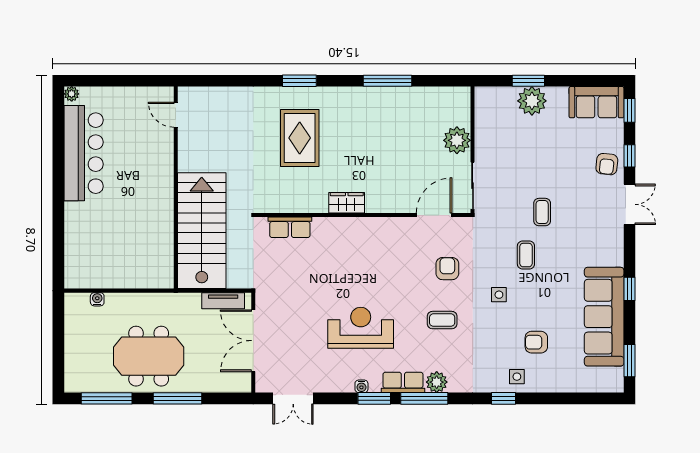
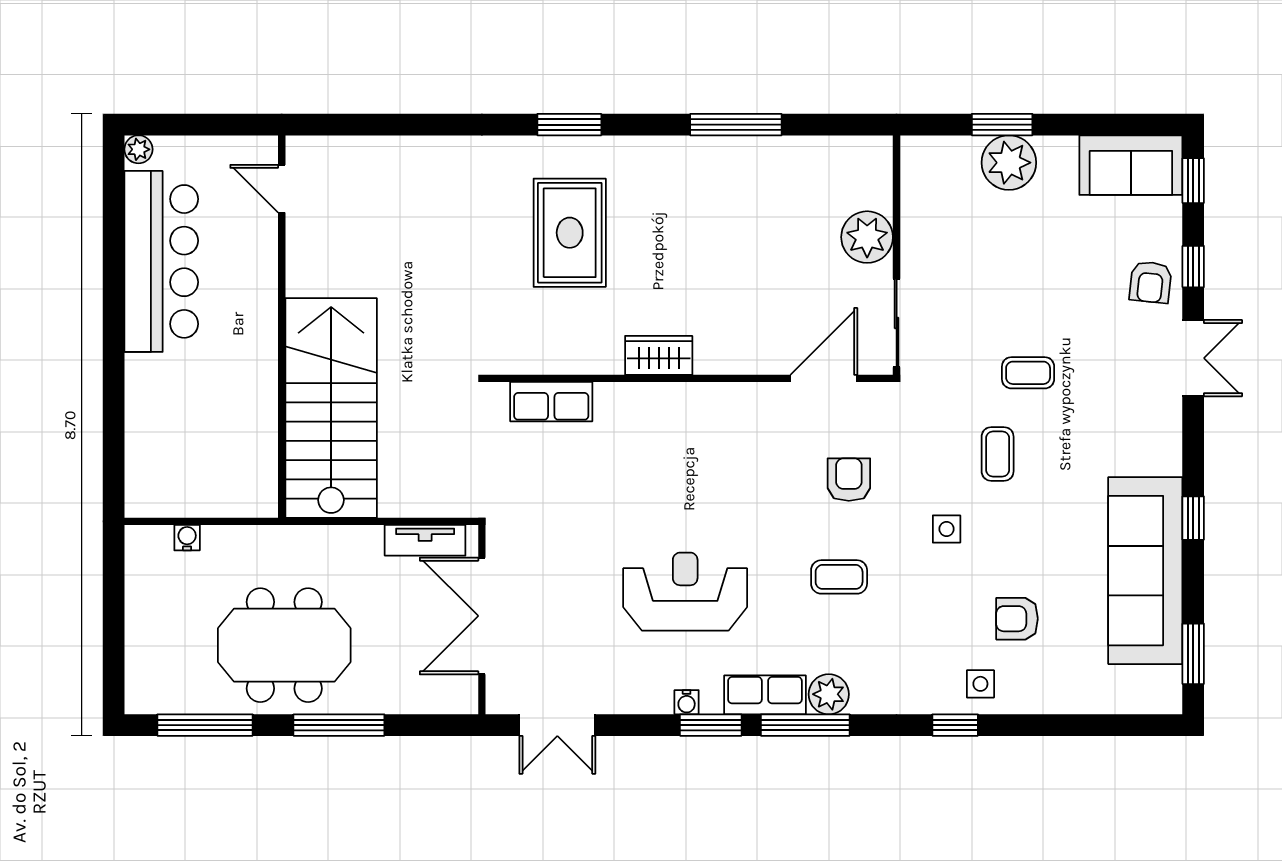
door: (176, 115) -> (282, 189), moved
wall: (176, 188) -> (282, 327), moved
coffee table: (542, 212) -> (1028, 373), turned 90
stairs: (202, 231) -> (331, 408), moved

